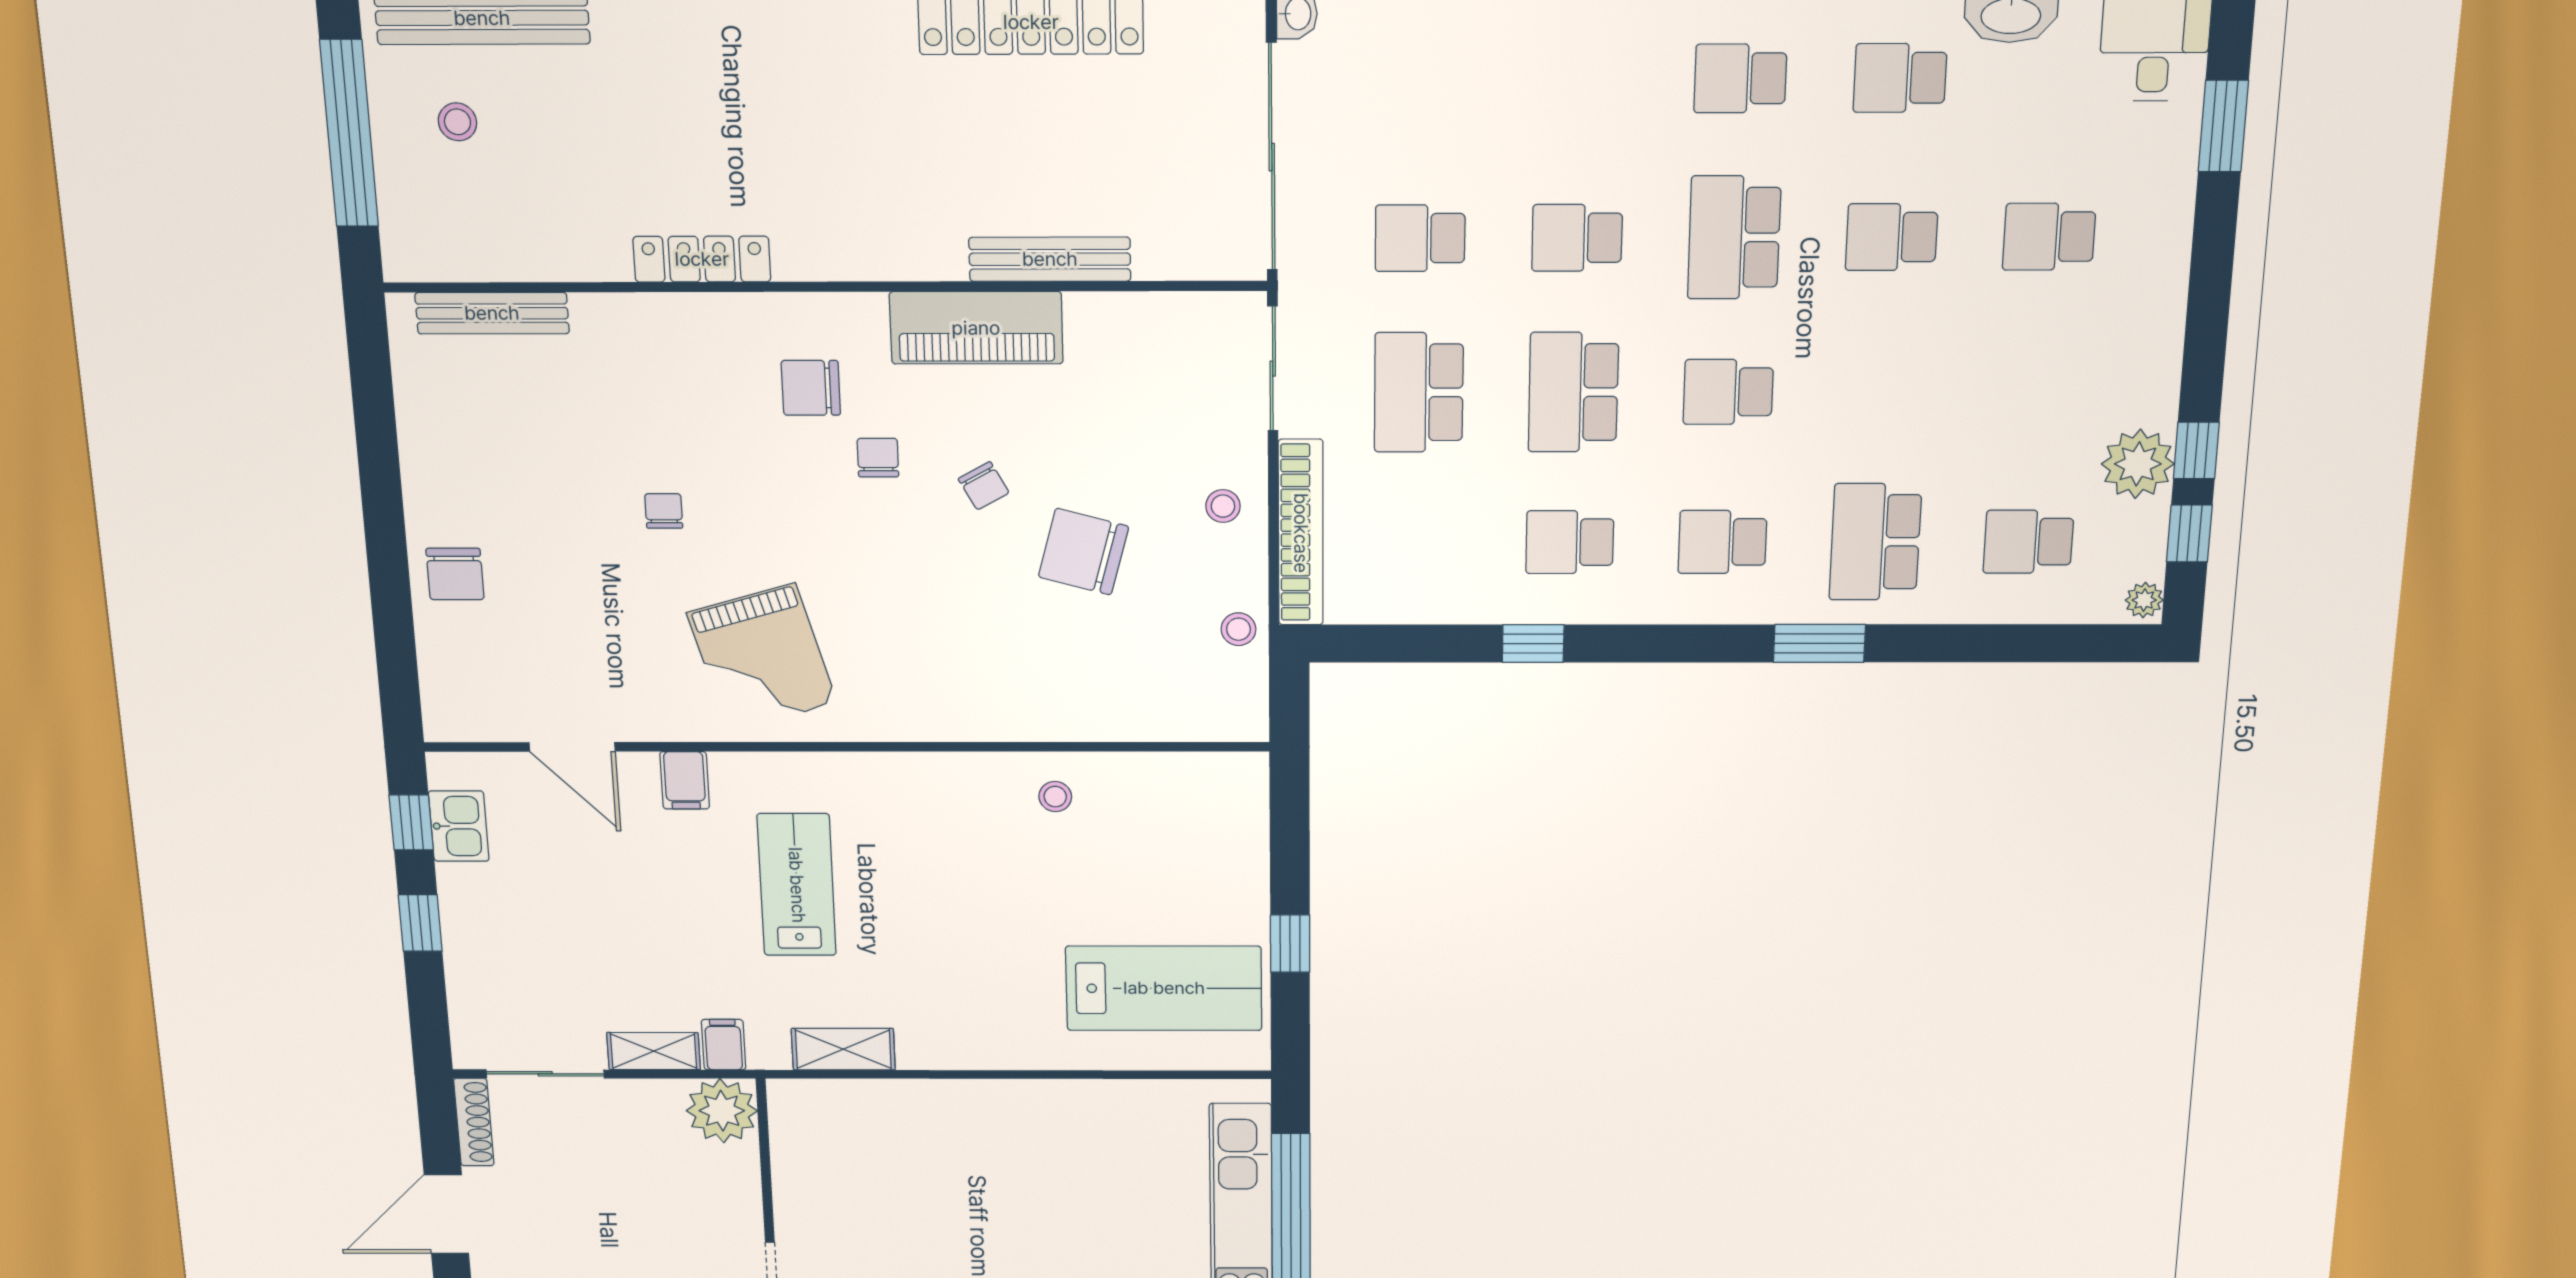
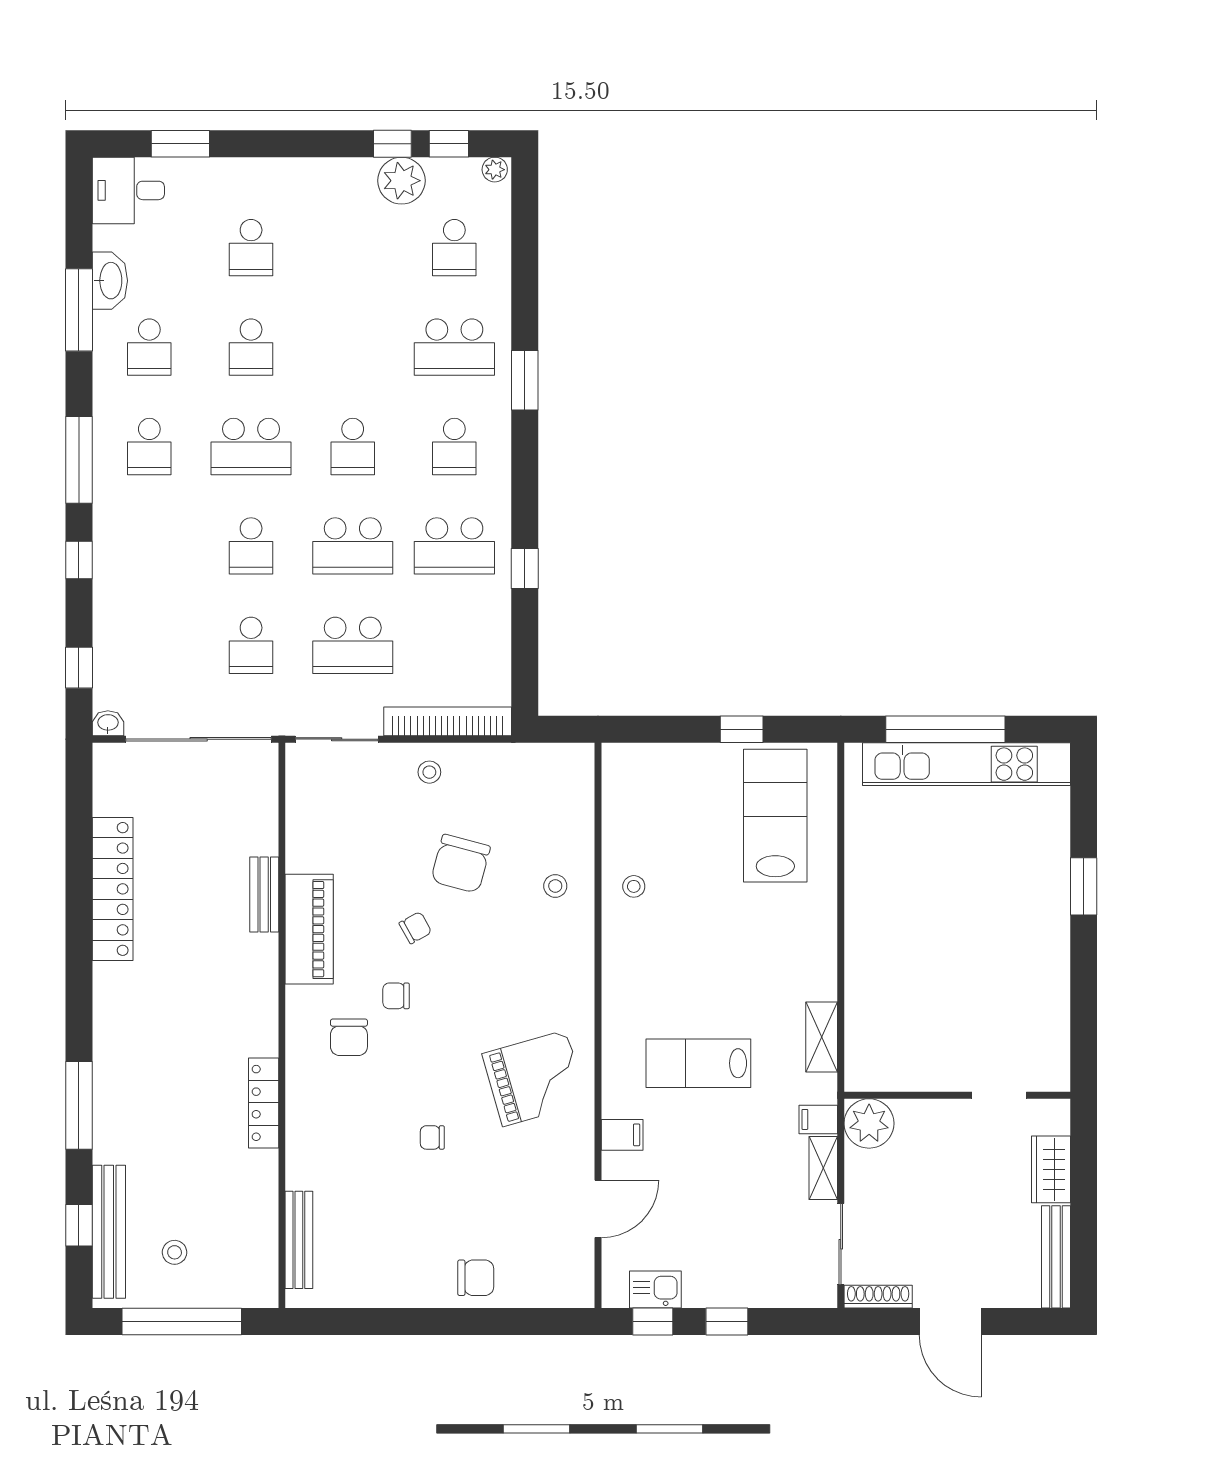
bench: (1050, 259) -> (264, 895), width x0.73
school desk: (1570, 542) -> (454, 546), width x1.85
stool: (1238, 629) -> (555, 886), moved

